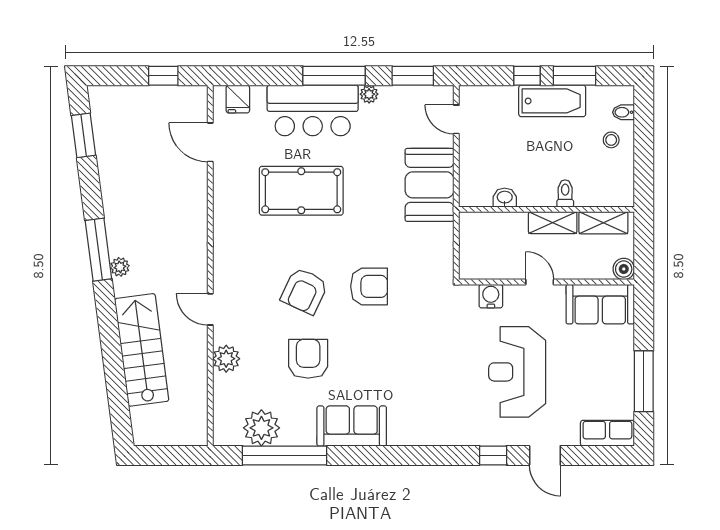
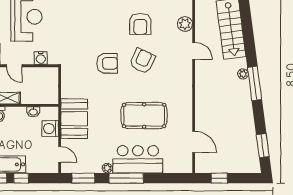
fridge: (238, 99) -> (179, 165), removed
washing machine: (474, 167) -> (50, 128), added
armchair: (369, 286) -> (107, 63), turned 180

